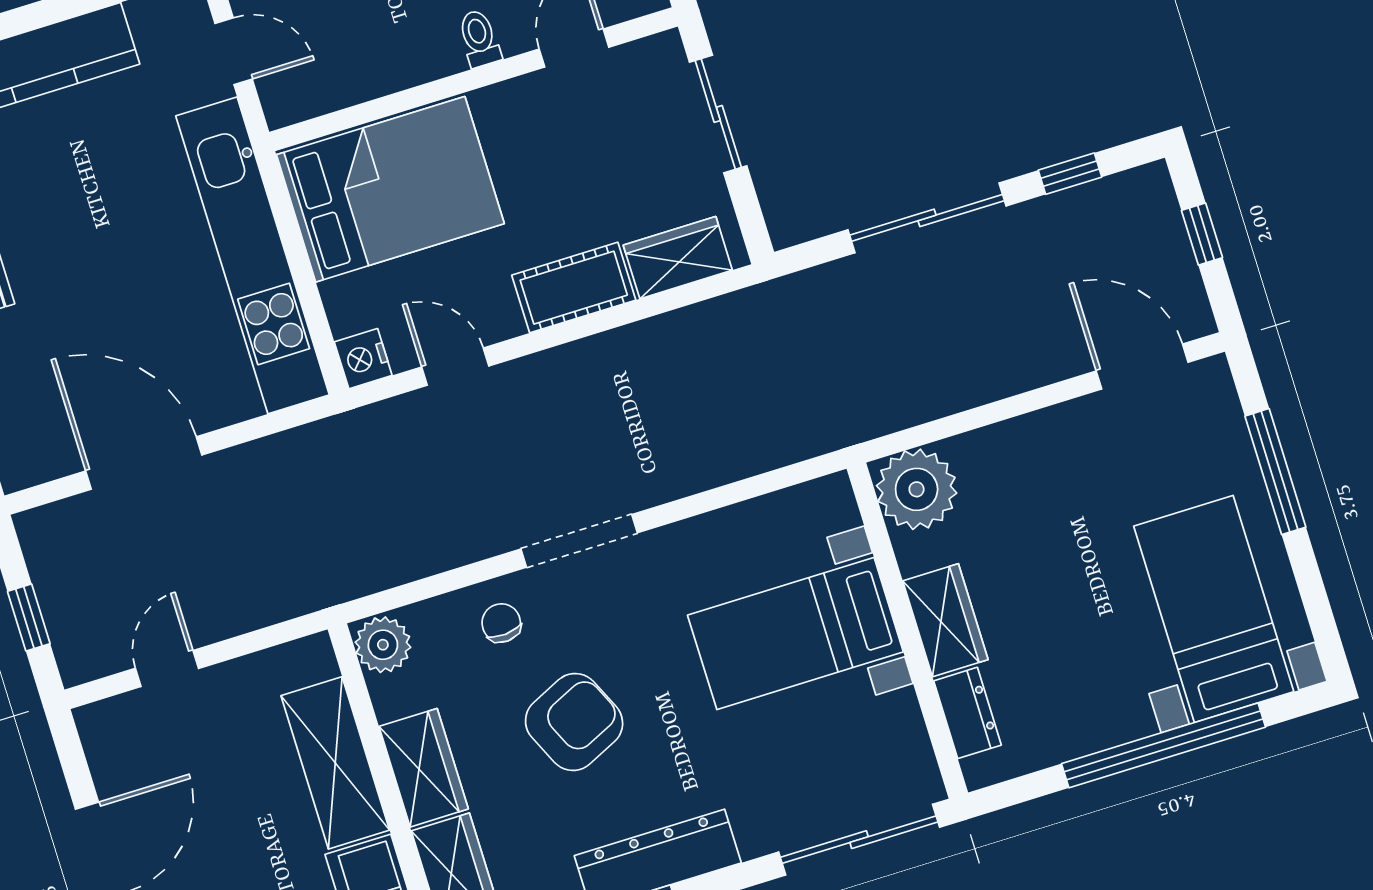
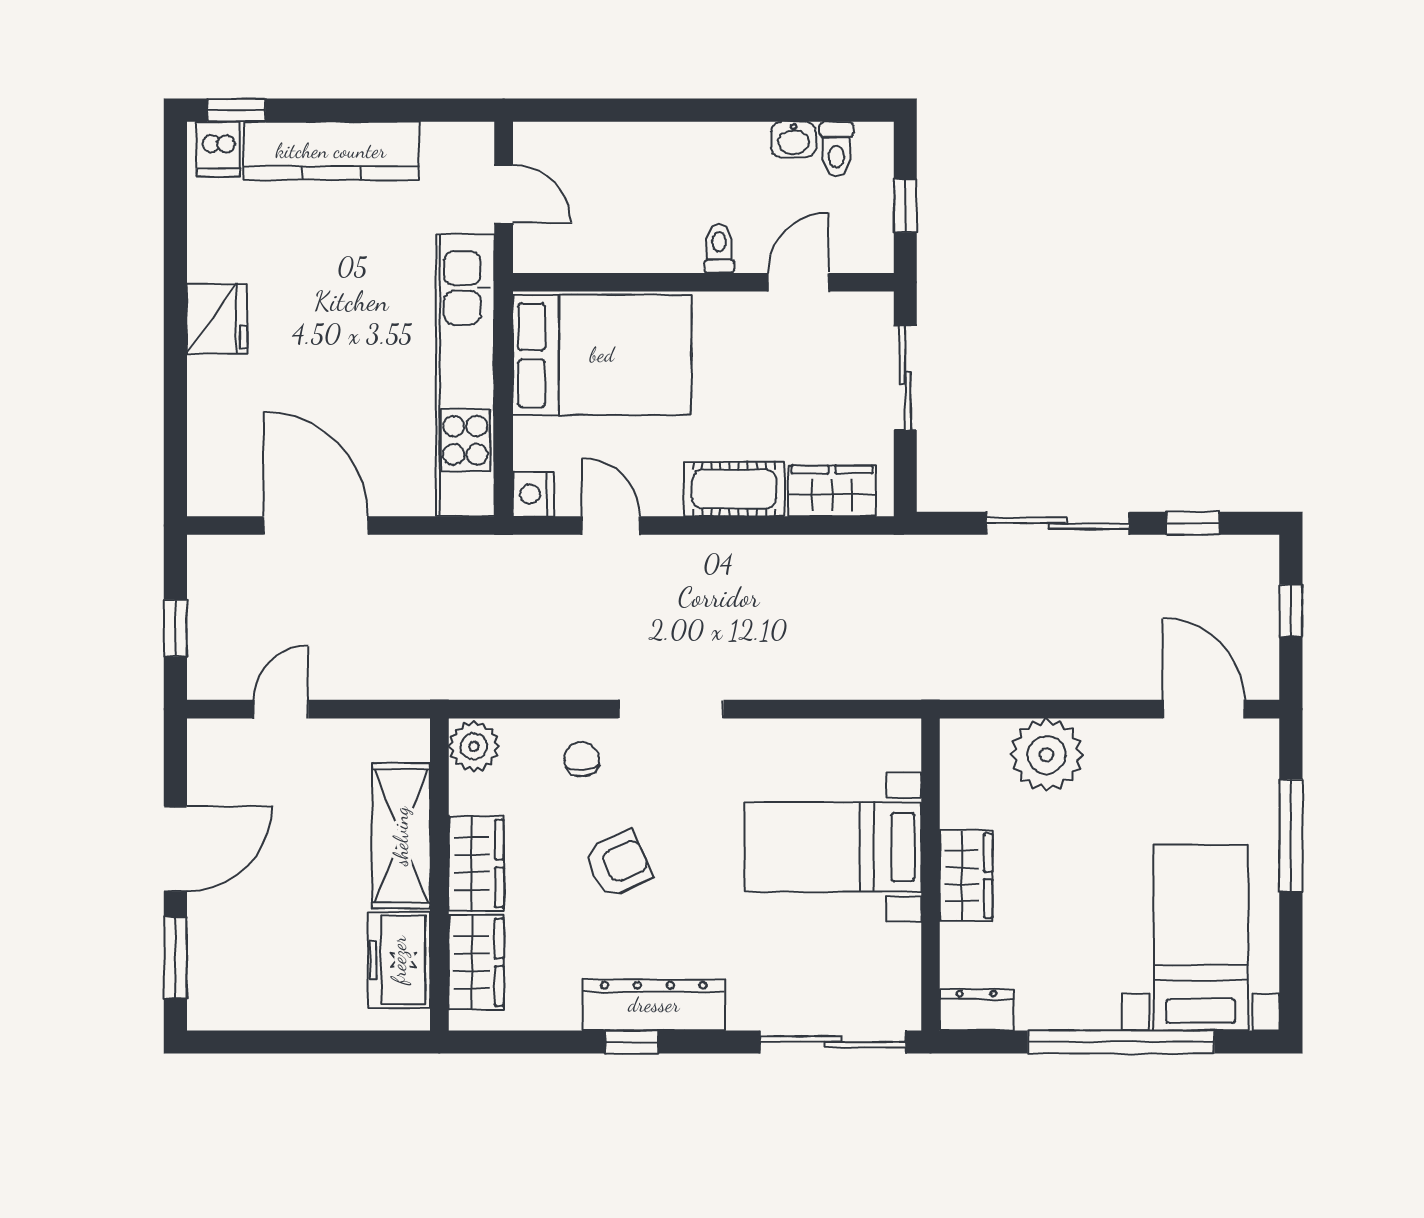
plant: (917, 489) -> (1047, 755), moved
dresser: (967, 713) -> (977, 1010), moved, turned -90
armchair: (574, 722) -> (618, 864), width x0.72, depth x0.72

